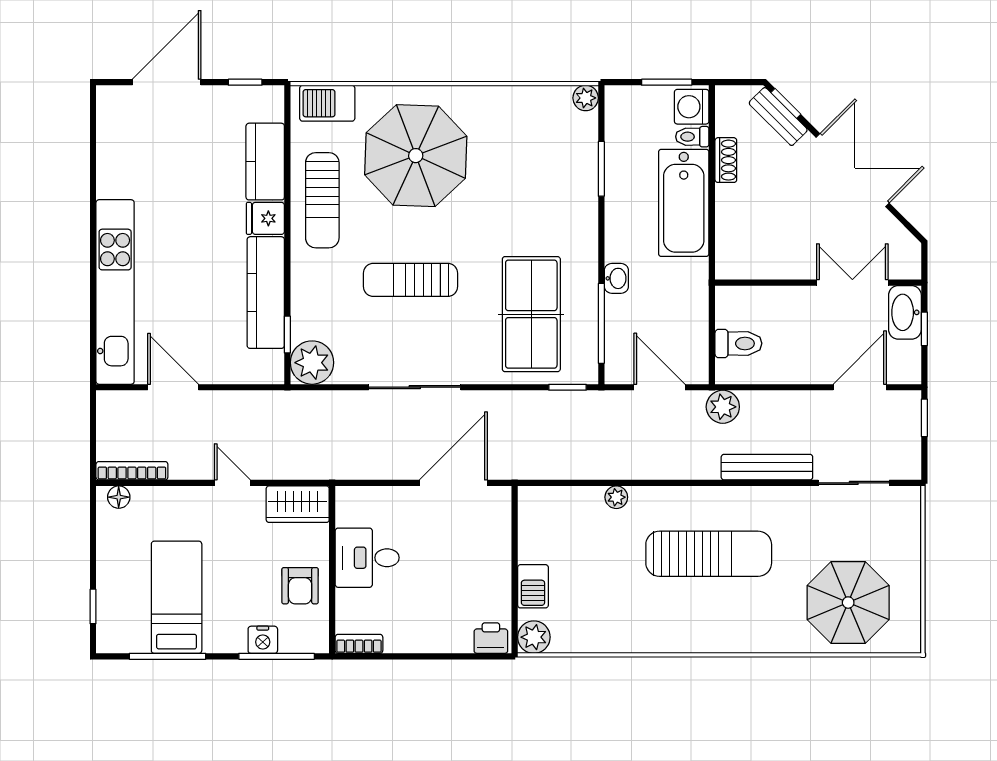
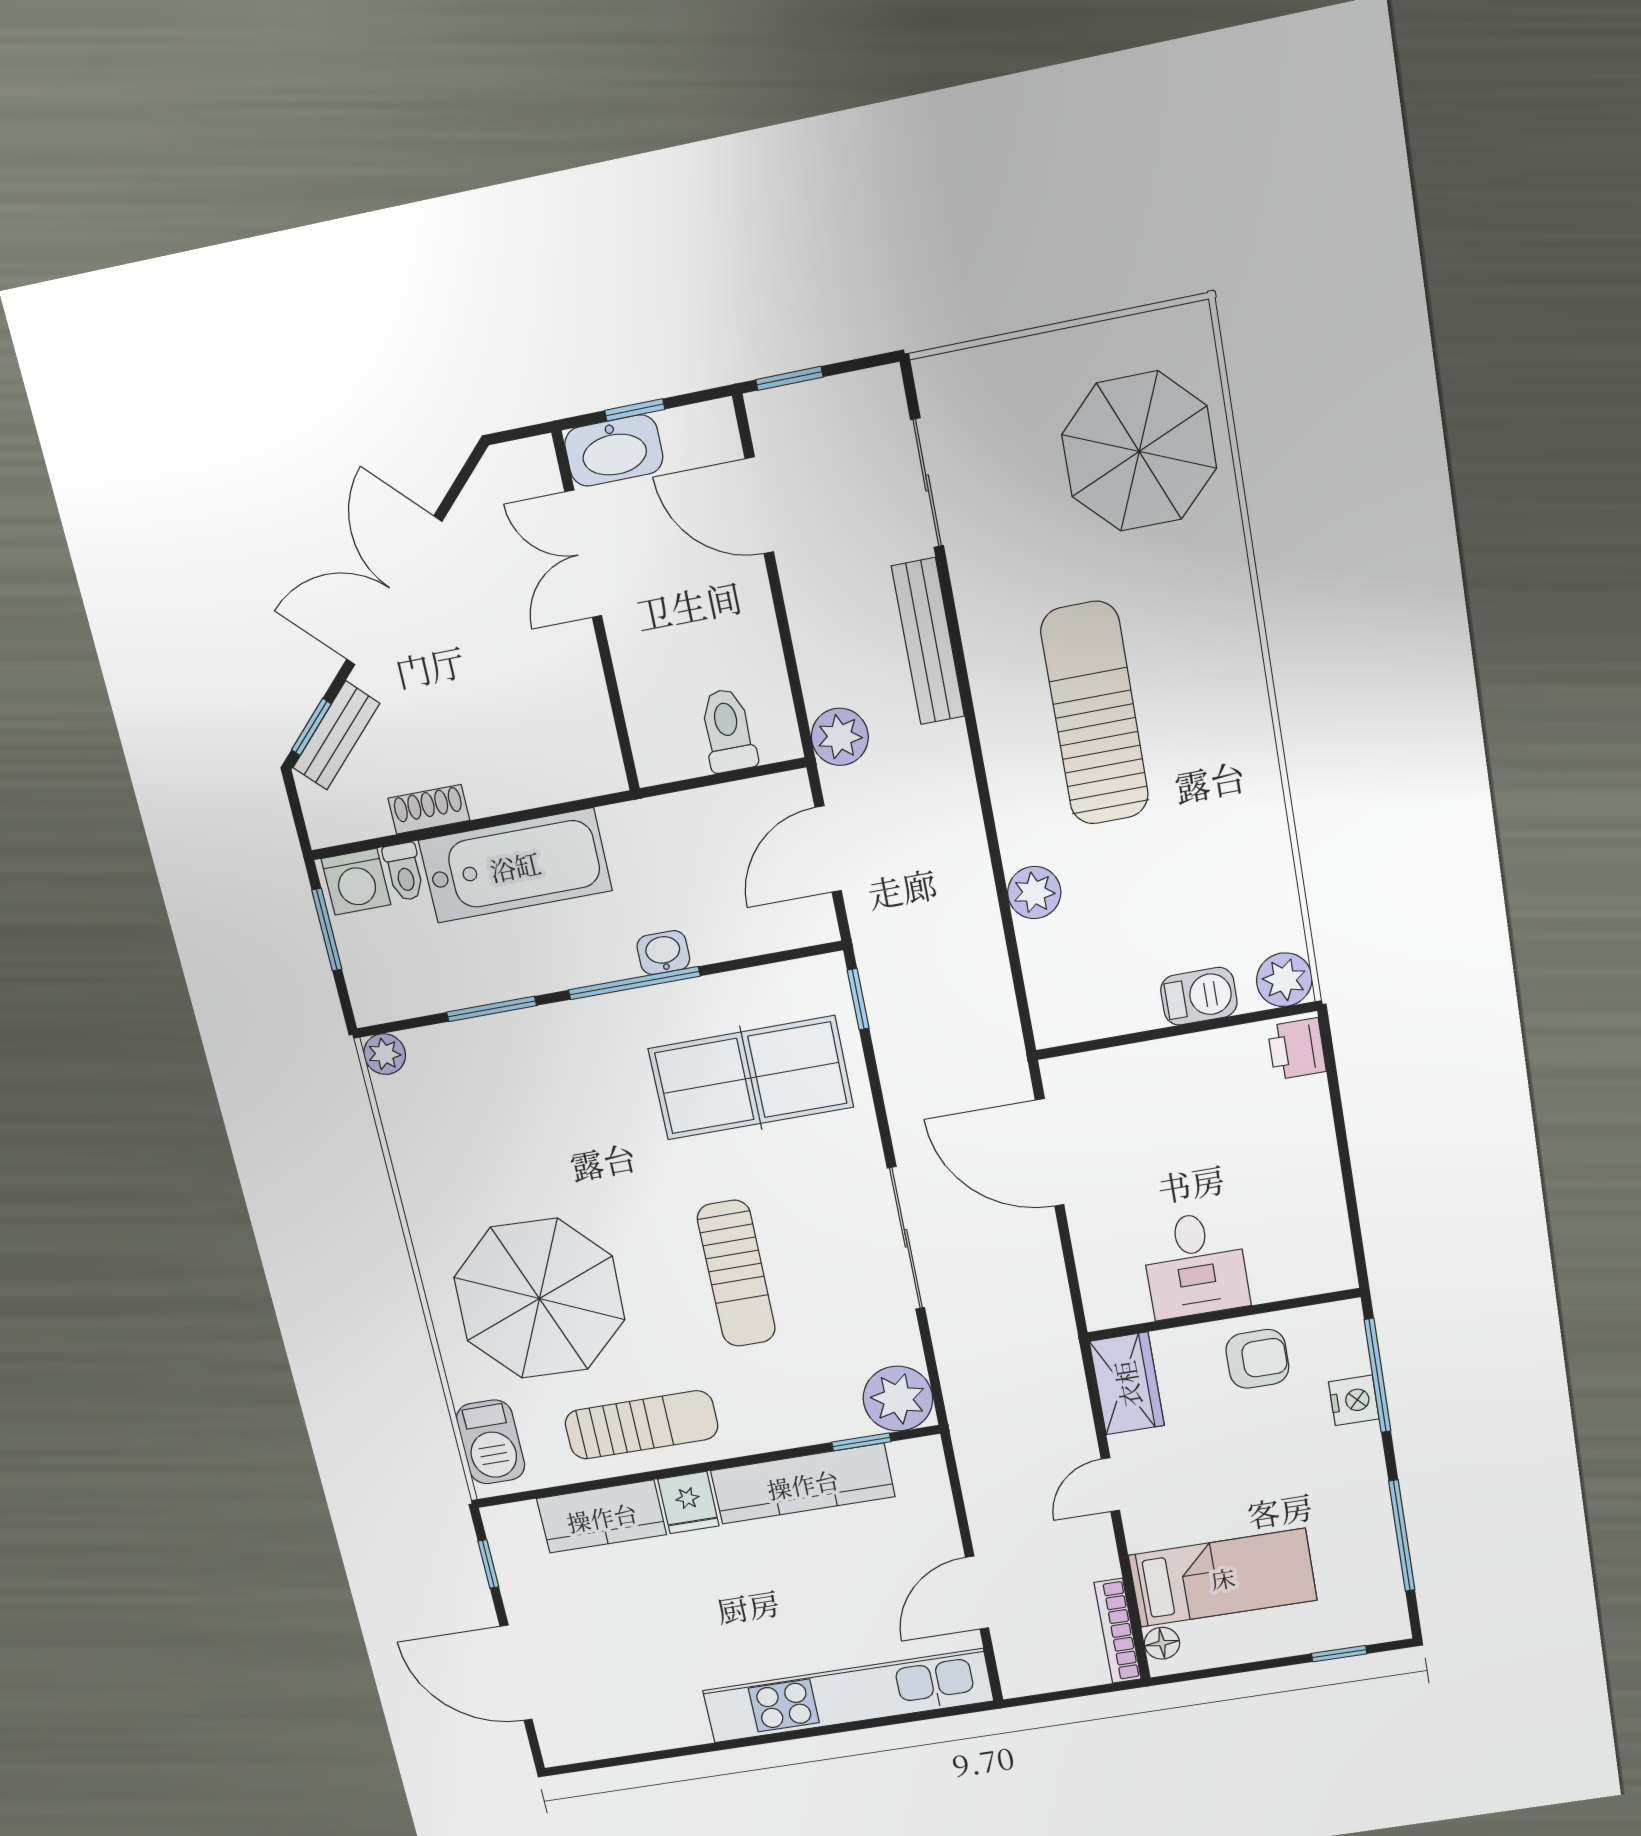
window: (601, 323) -> (634, 983), moved
plant: (616, 497) -> (1034, 893), width x1.38, depth x1.38
bed: (177, 597) -> (1223, 1578), moved, turned 180
bookcase: (359, 644) -> (1338, 1254), removed

